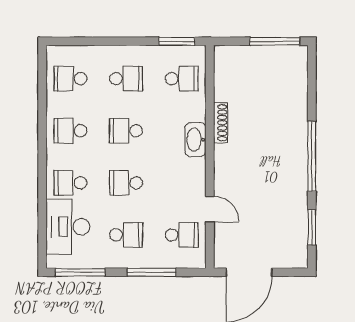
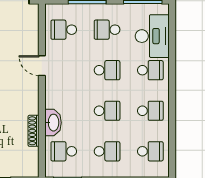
school desk: (126, 79) -> (107, 151), turned 180
shoe rack: (220, 123) -> (34, 131), moved
washbasin: (195, 140) -> (53, 123), moved
door: (210, 209) -> (42, 66), moved

